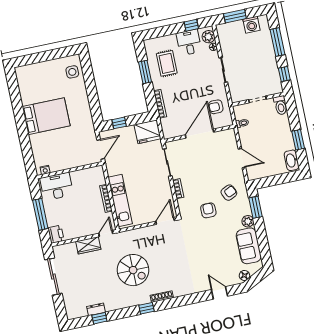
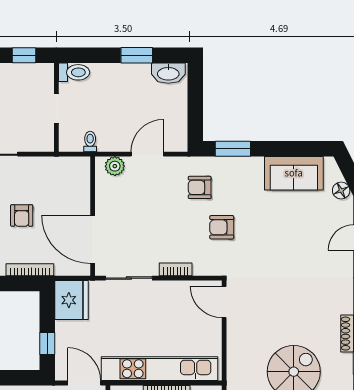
armchair: (216, 107) -> (22, 215), moved
door: (199, 134) -> (93, 239), moved
armchair: (229, 193) -> (200, 187), turned -65
kitchen unit: (120, 201) -> (160, 369), width x1.36
plant: (248, 221) -> (115, 166), moved

